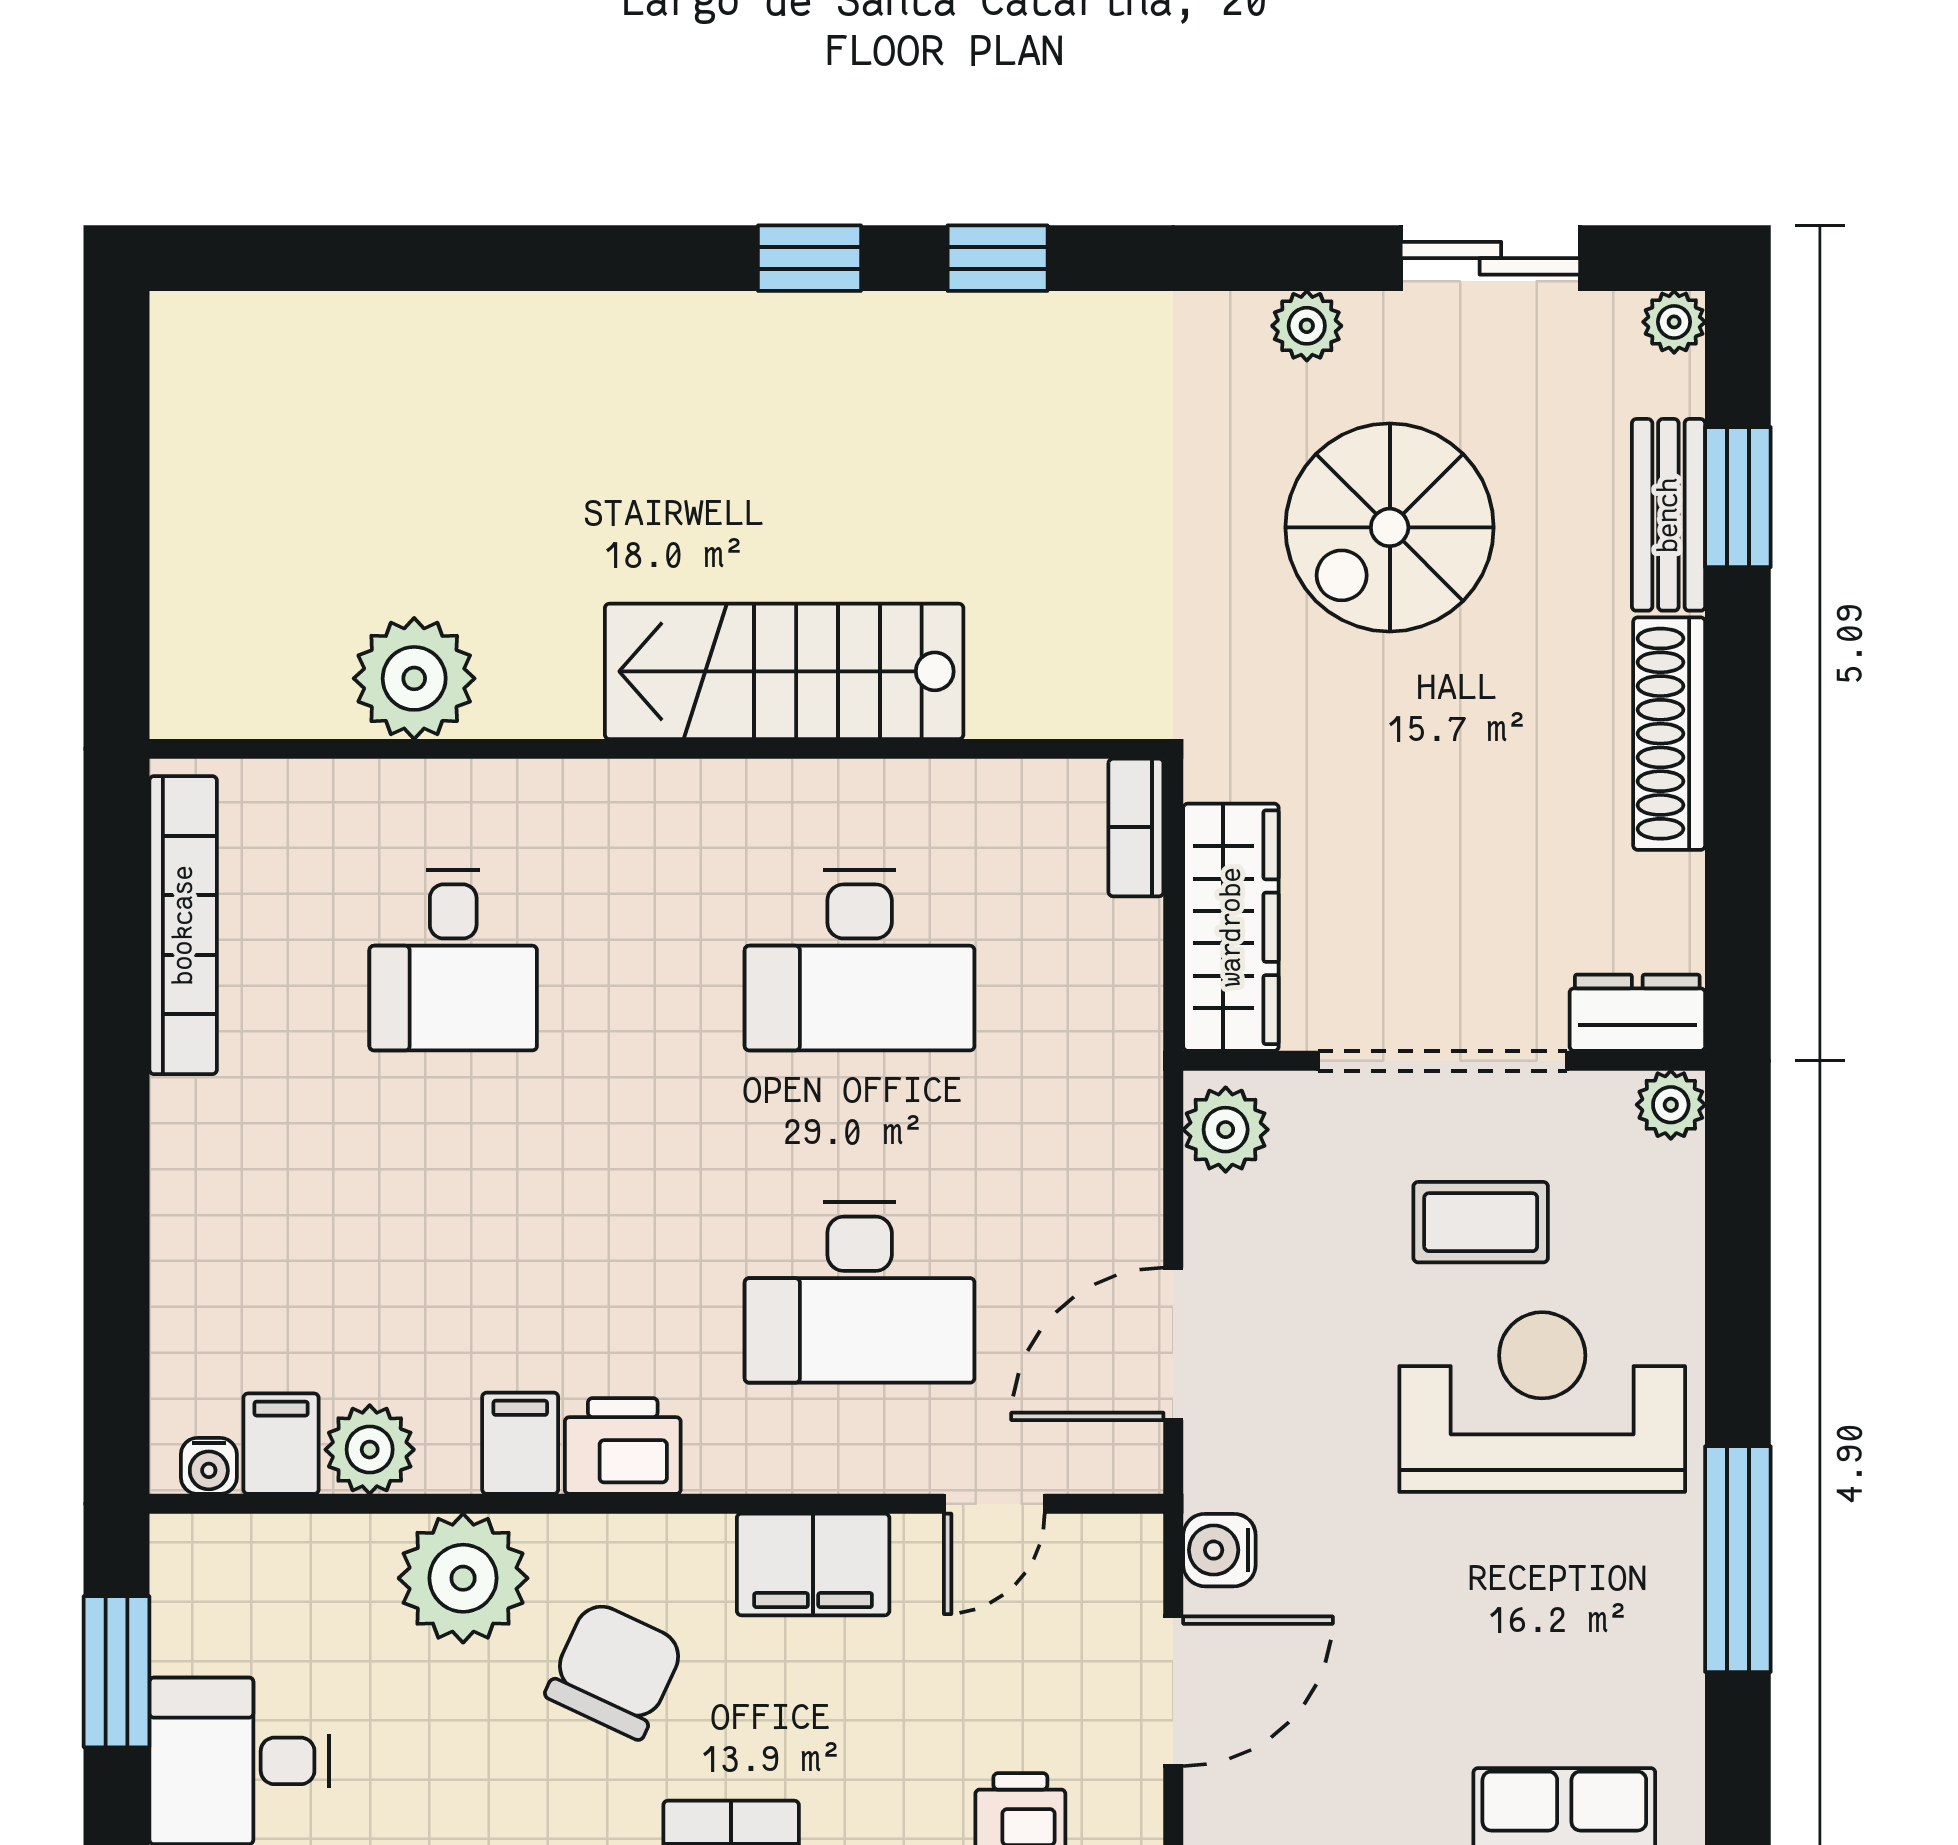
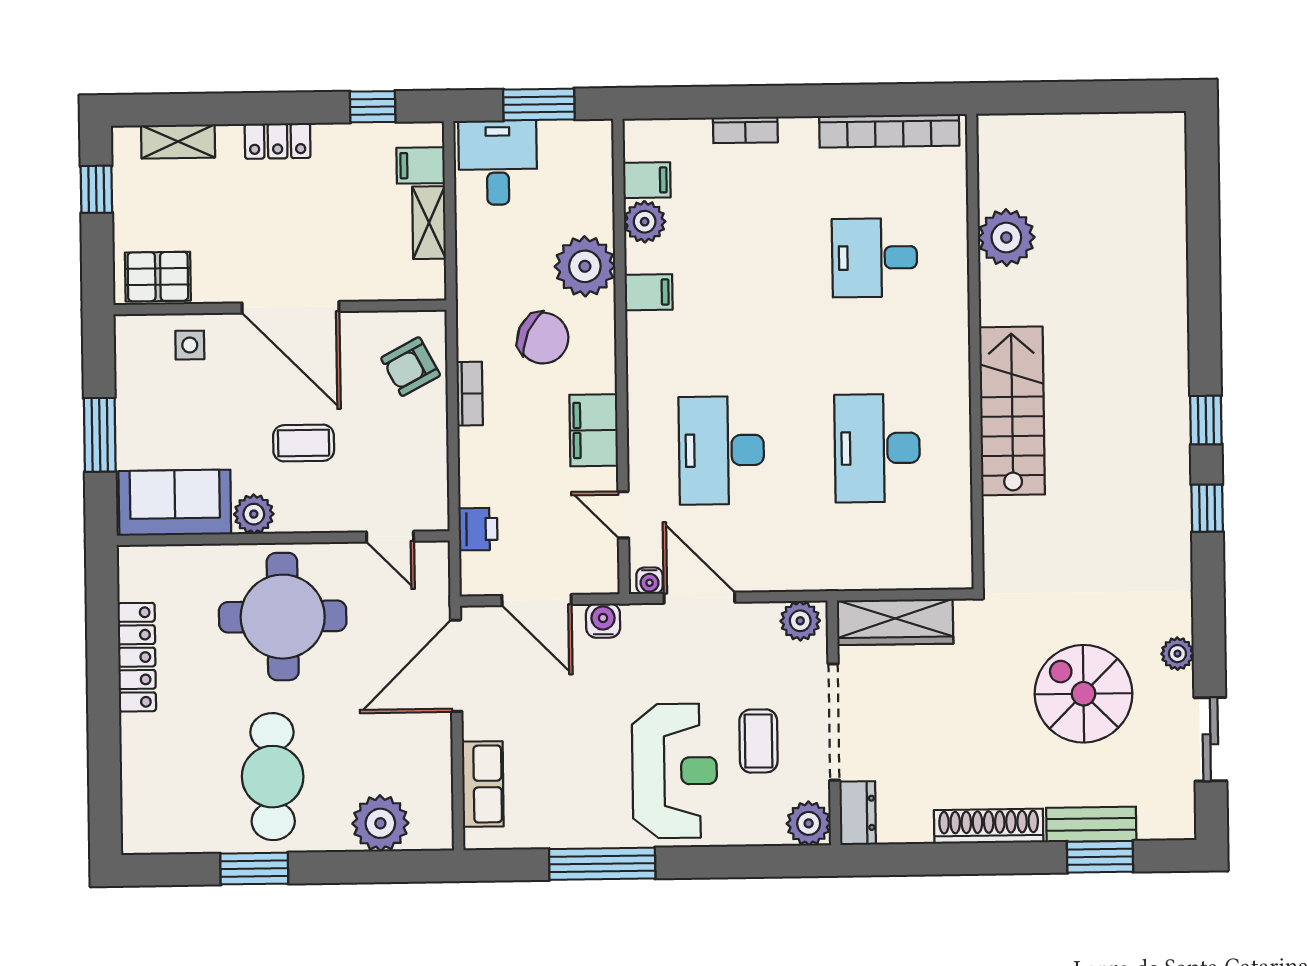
plant: (1674, 322) -> (1182, 826), removed
bookcase: (1136, 827) -> (745, 130), moved, turned 180
plant: (1671, 1105) -> (809, 823), width x1.38, depth x1.38
printer: (623, 1446) -> (648, 340), removed
water cooler: (209, 1466) -> (649, 581), moved, turned -90

